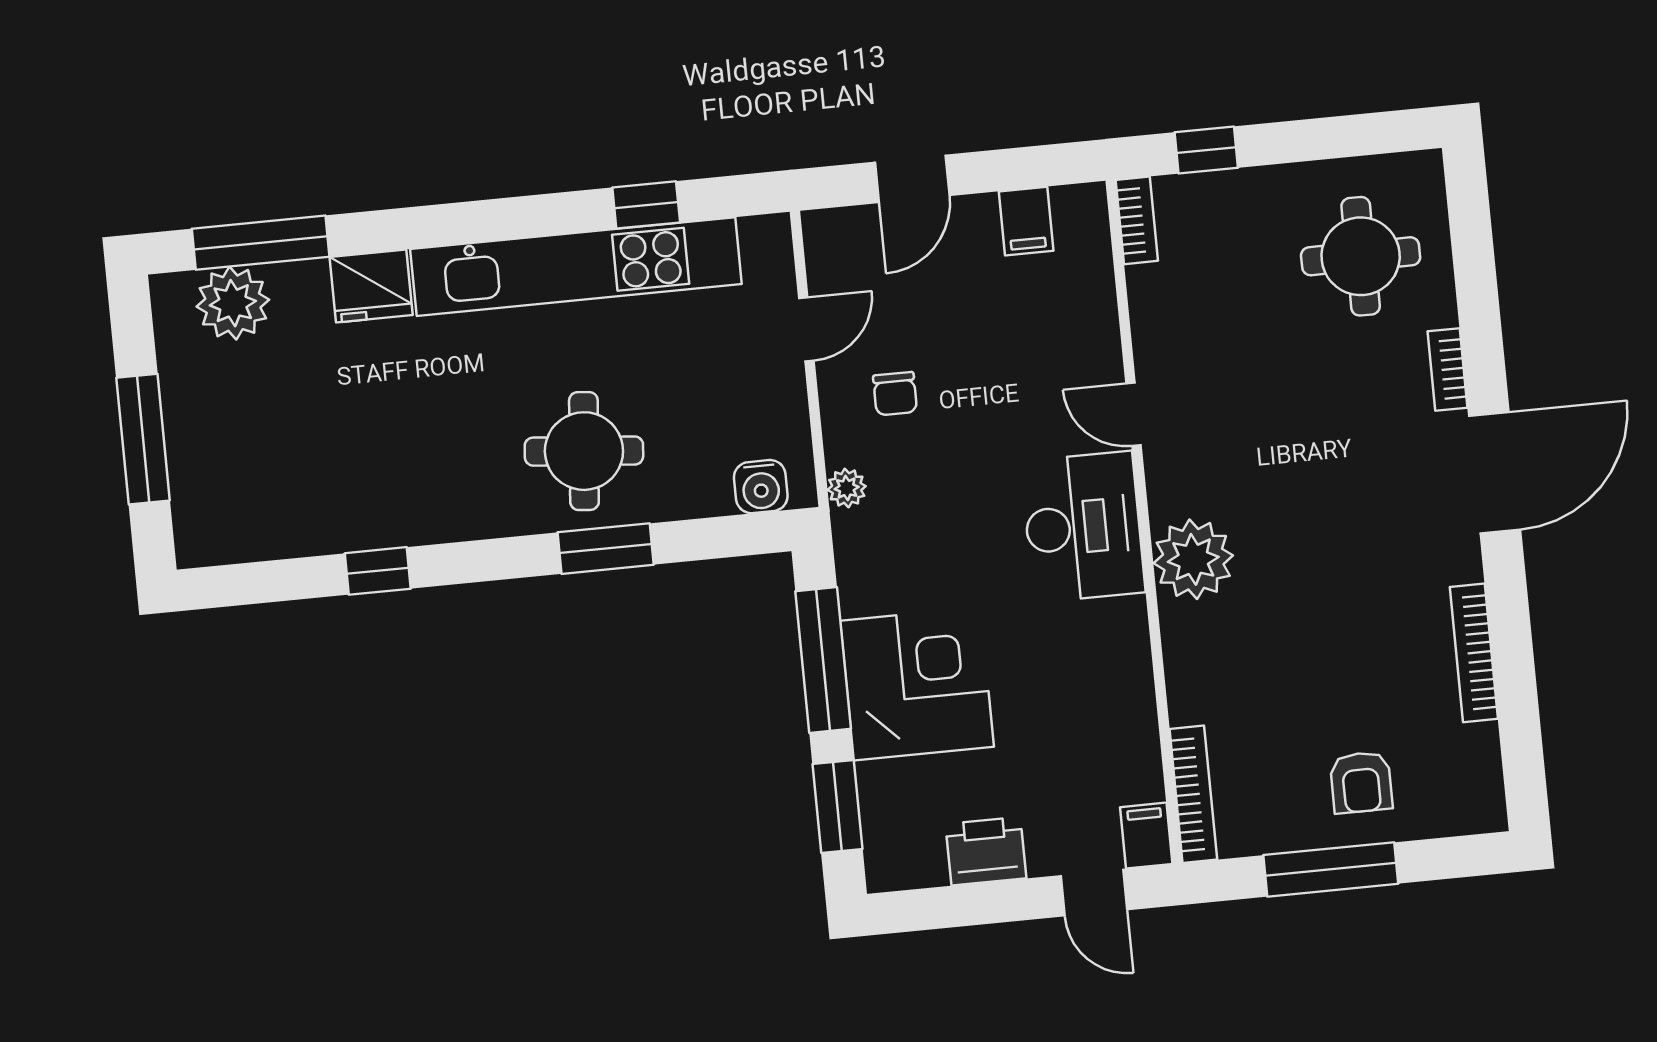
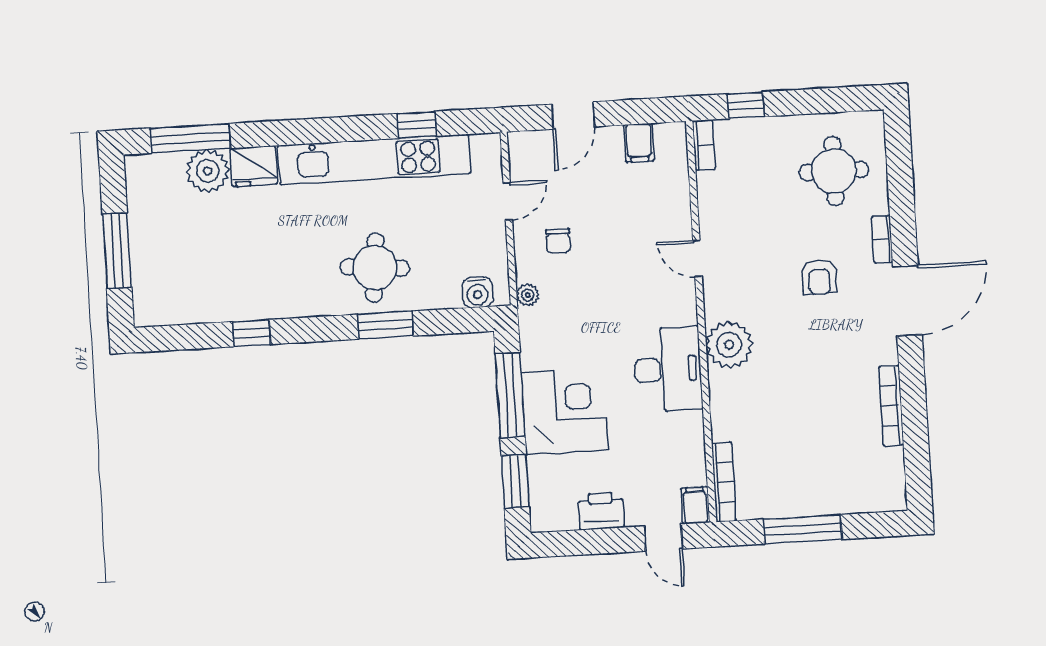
plant: (233, 303) -> (208, 171), moved
desk: (1083, 527) -> (668, 369), moved
armchair: (1361, 782) -> (819, 277), moved

